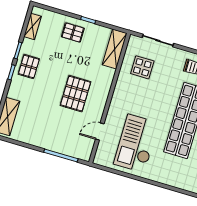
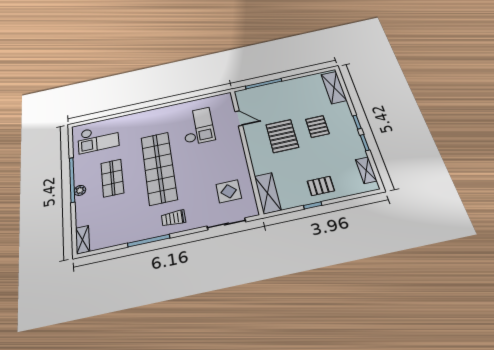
pallet: (29, 66) -> (317, 126), moved
door: (100, 132) -> (239, 118), hinge flipped
checkout: (136, 143) -> (198, 126), width x0.73, depth x0.83

